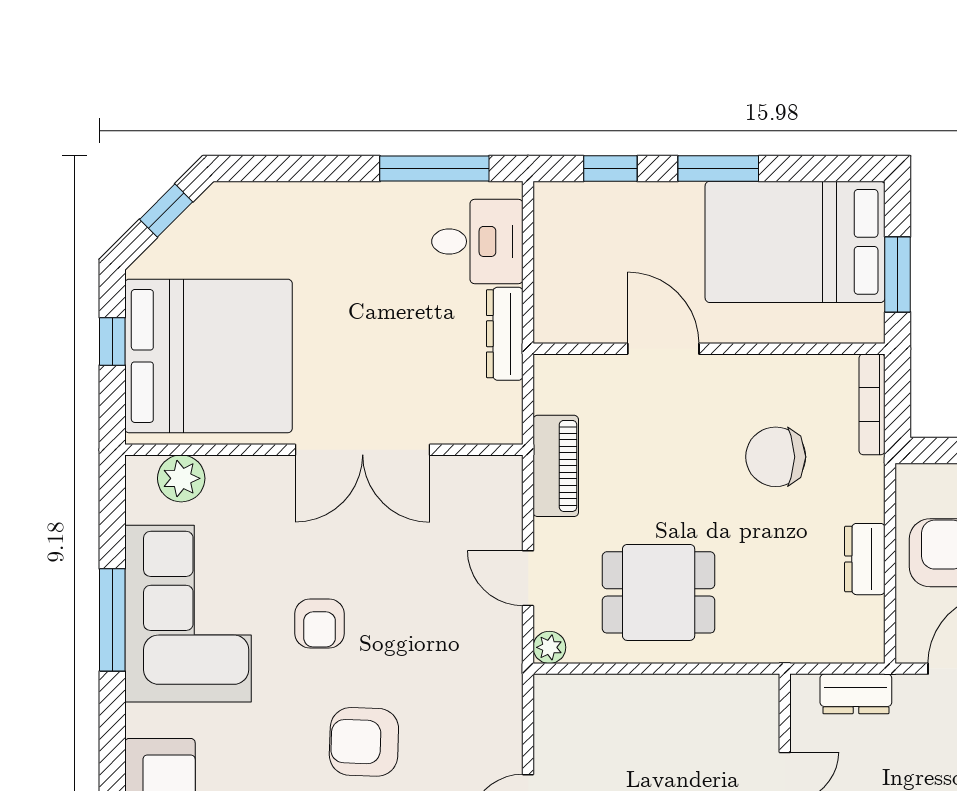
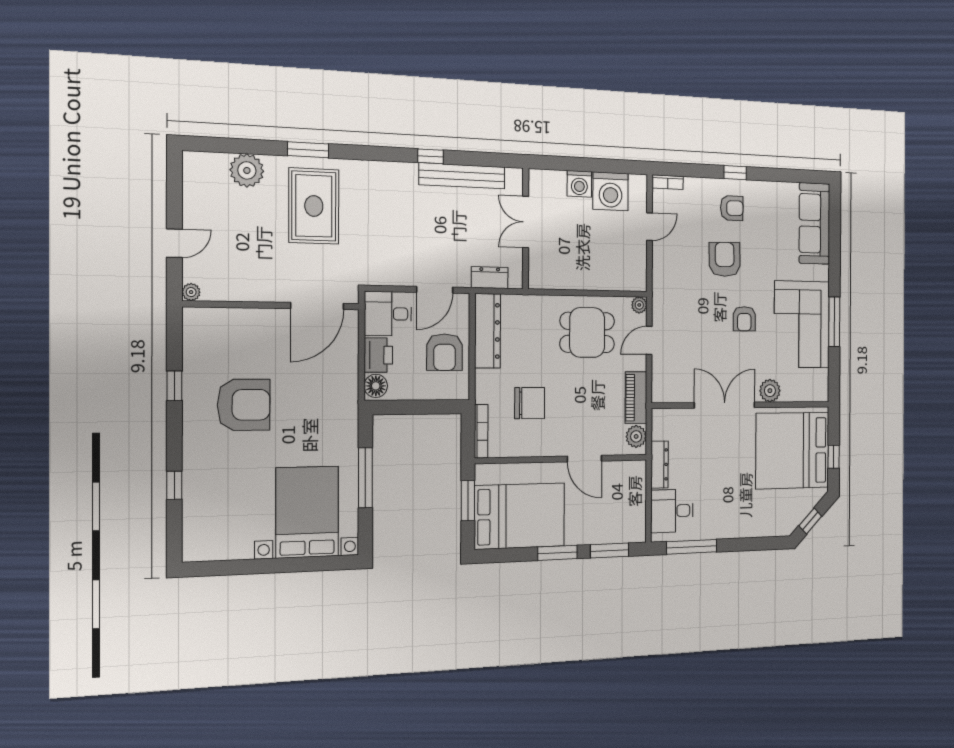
window: (610, 169) -> (610, 550), width x1.50
plant: (555, 390) -> (636, 436), added
plant: (181, 478) -> (770, 391), moved
dresser: (865, 559) -> (488, 331), width x1.96, depth x1.24
door: (528, 578) -> (649, 340), swing flipped
armchair: (320, 624) -> (744, 319), turned 180
armchair: (364, 742) -> (725, 259), turned -93

